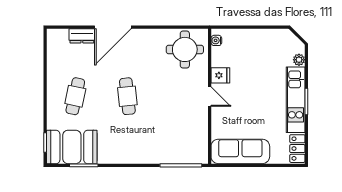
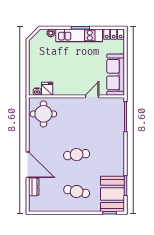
fridge: (220, 75) -> (47, 89), moved
door: (210, 97) -> (92, 96), moved

